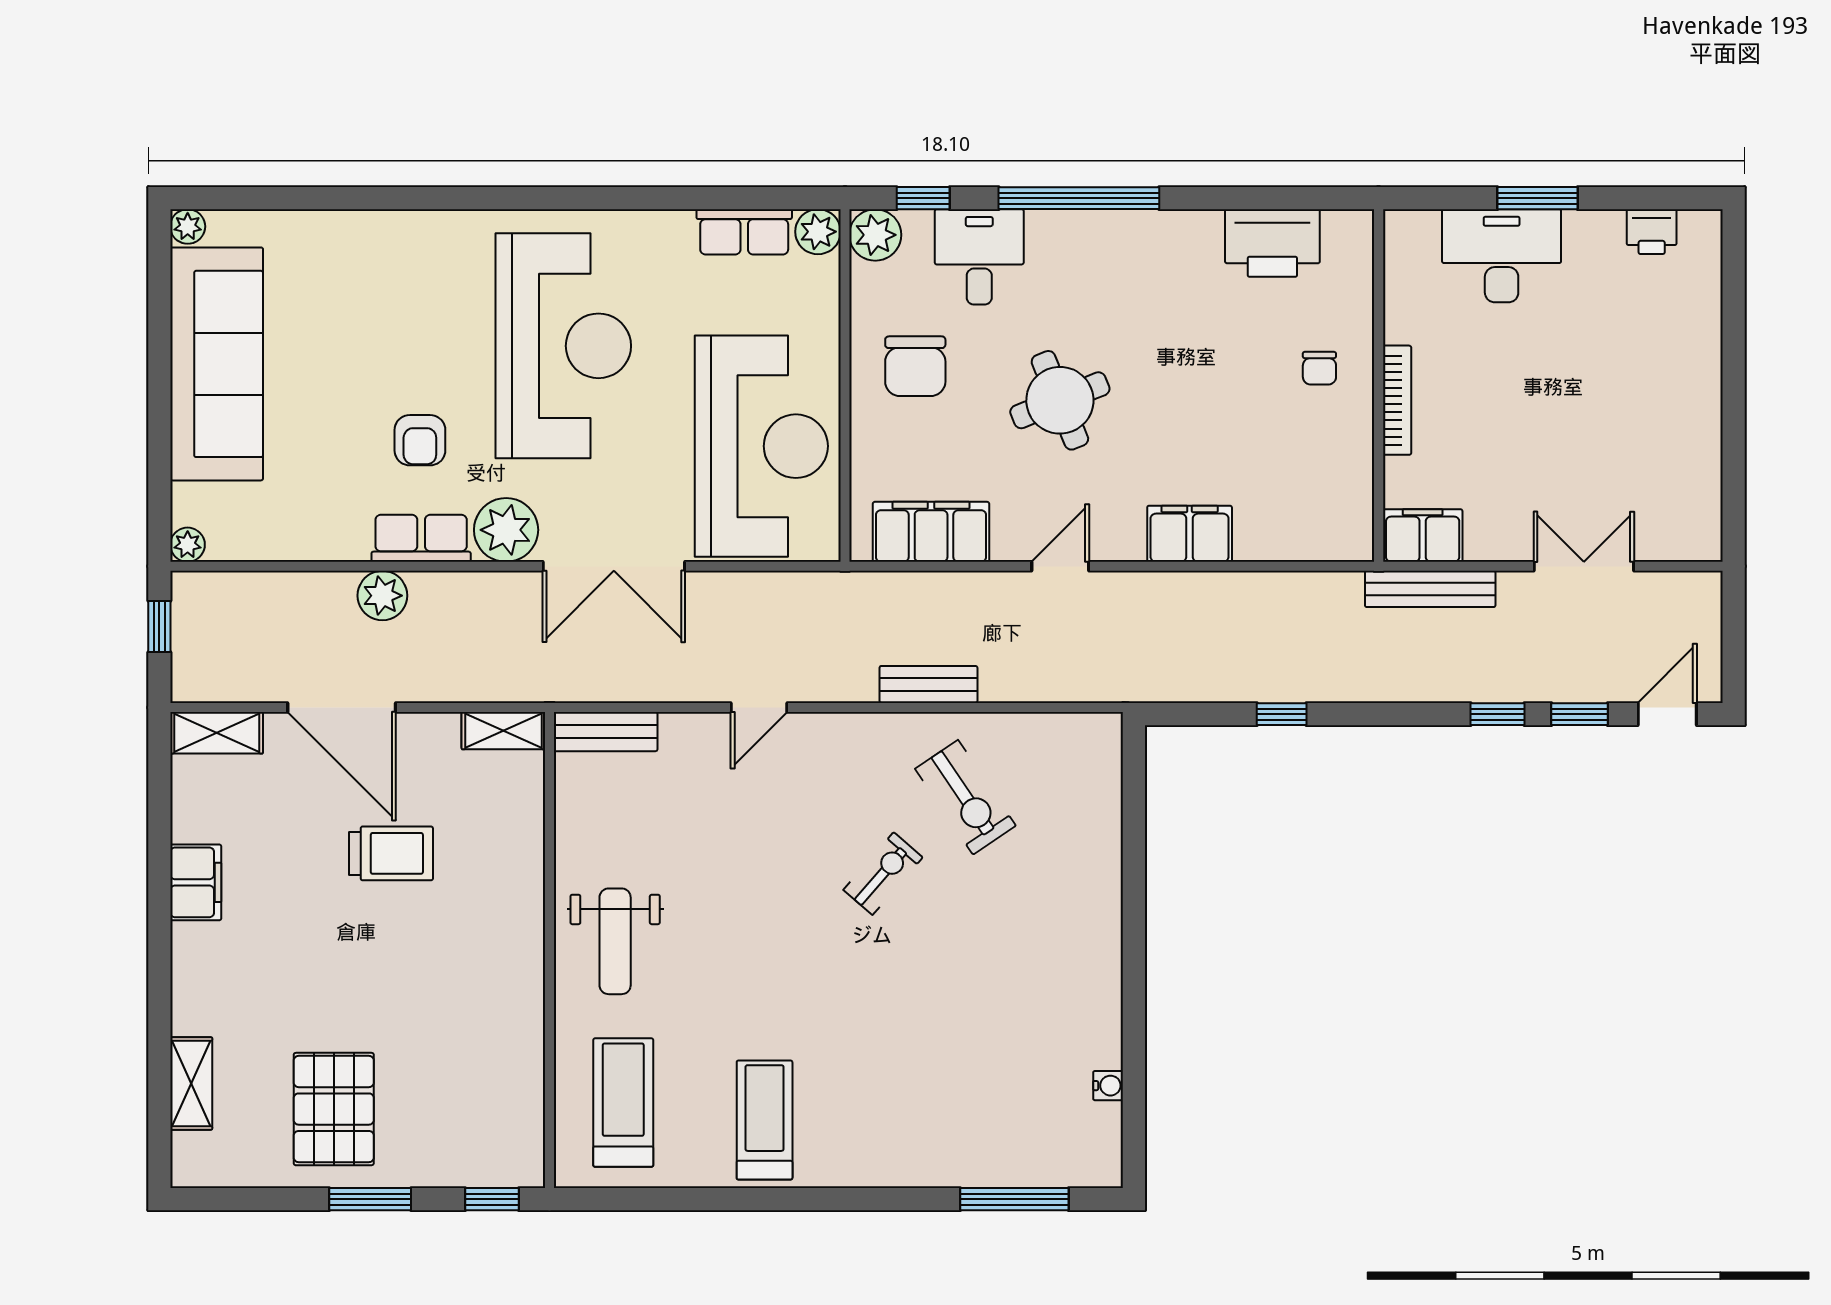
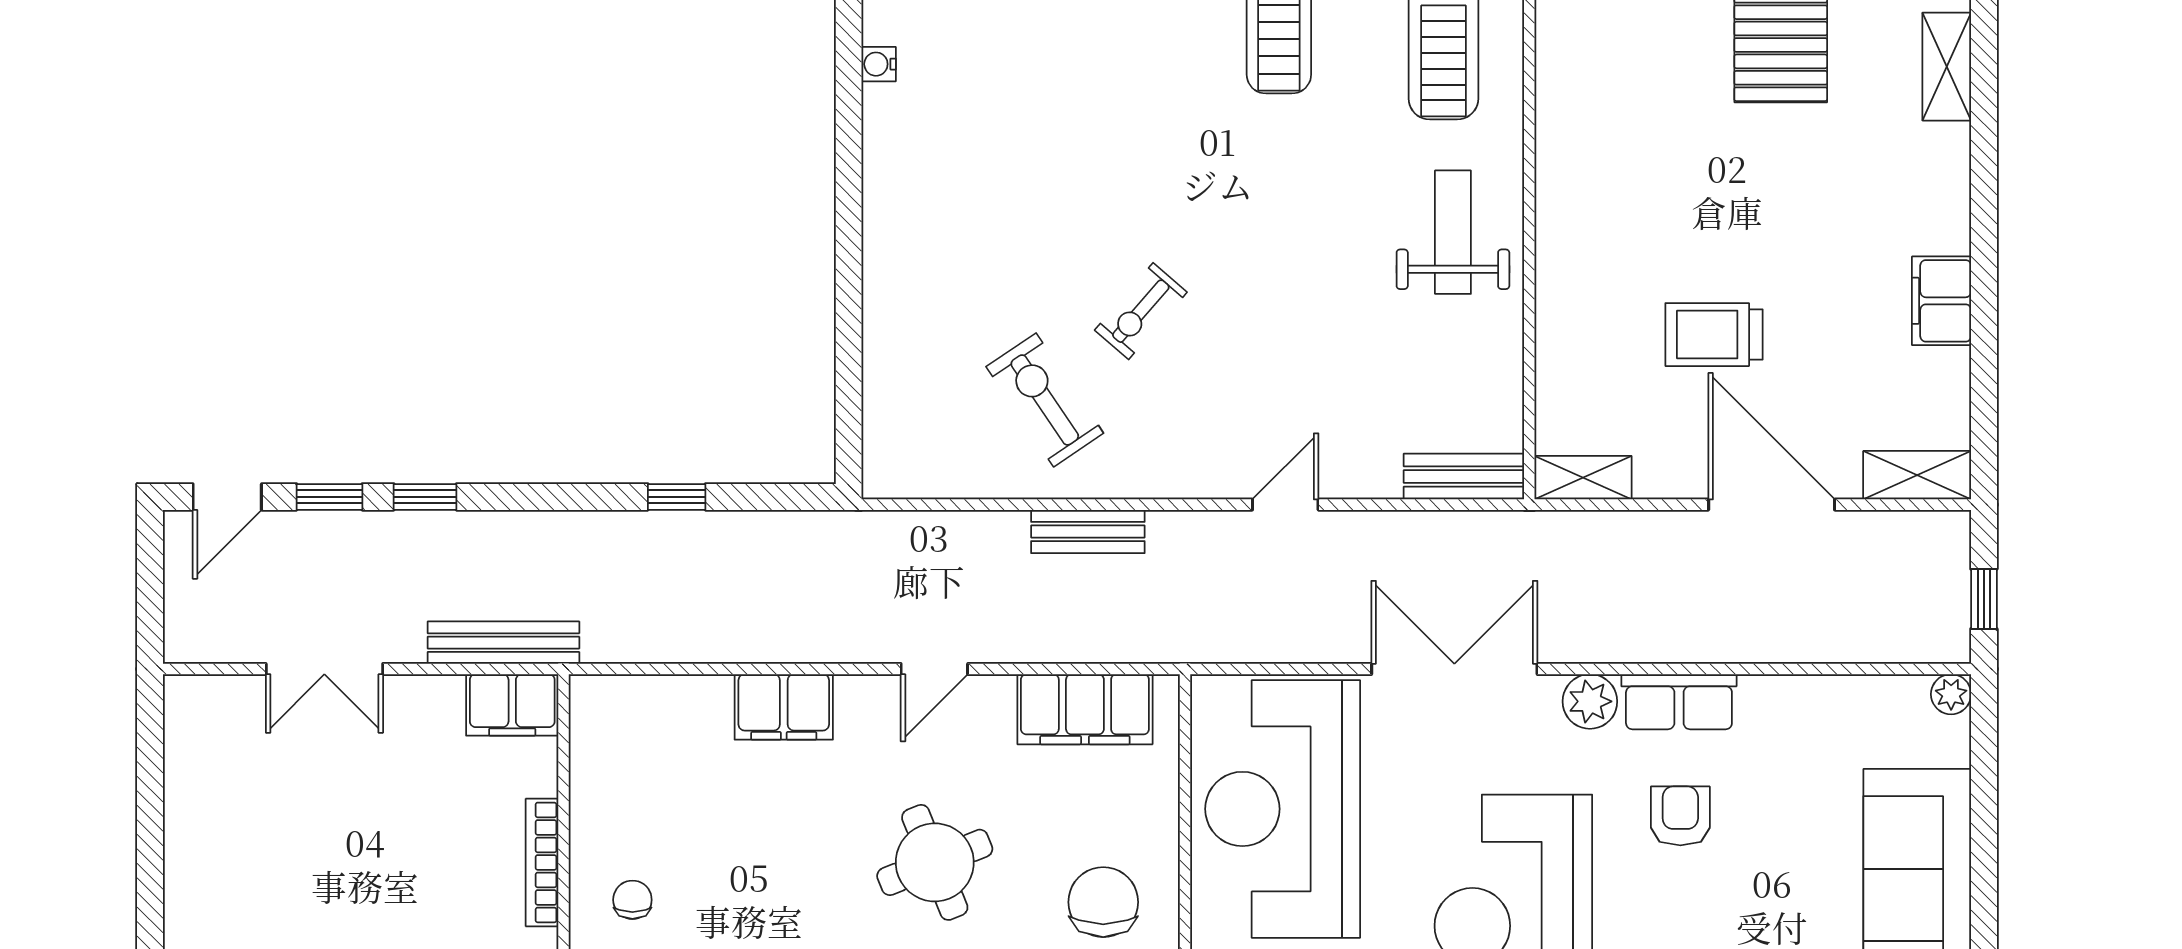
plant: (506, 530) -> (1590, 701), width x0.73, depth x0.73
plant: (382, 596) -> (1724, 635), removed

